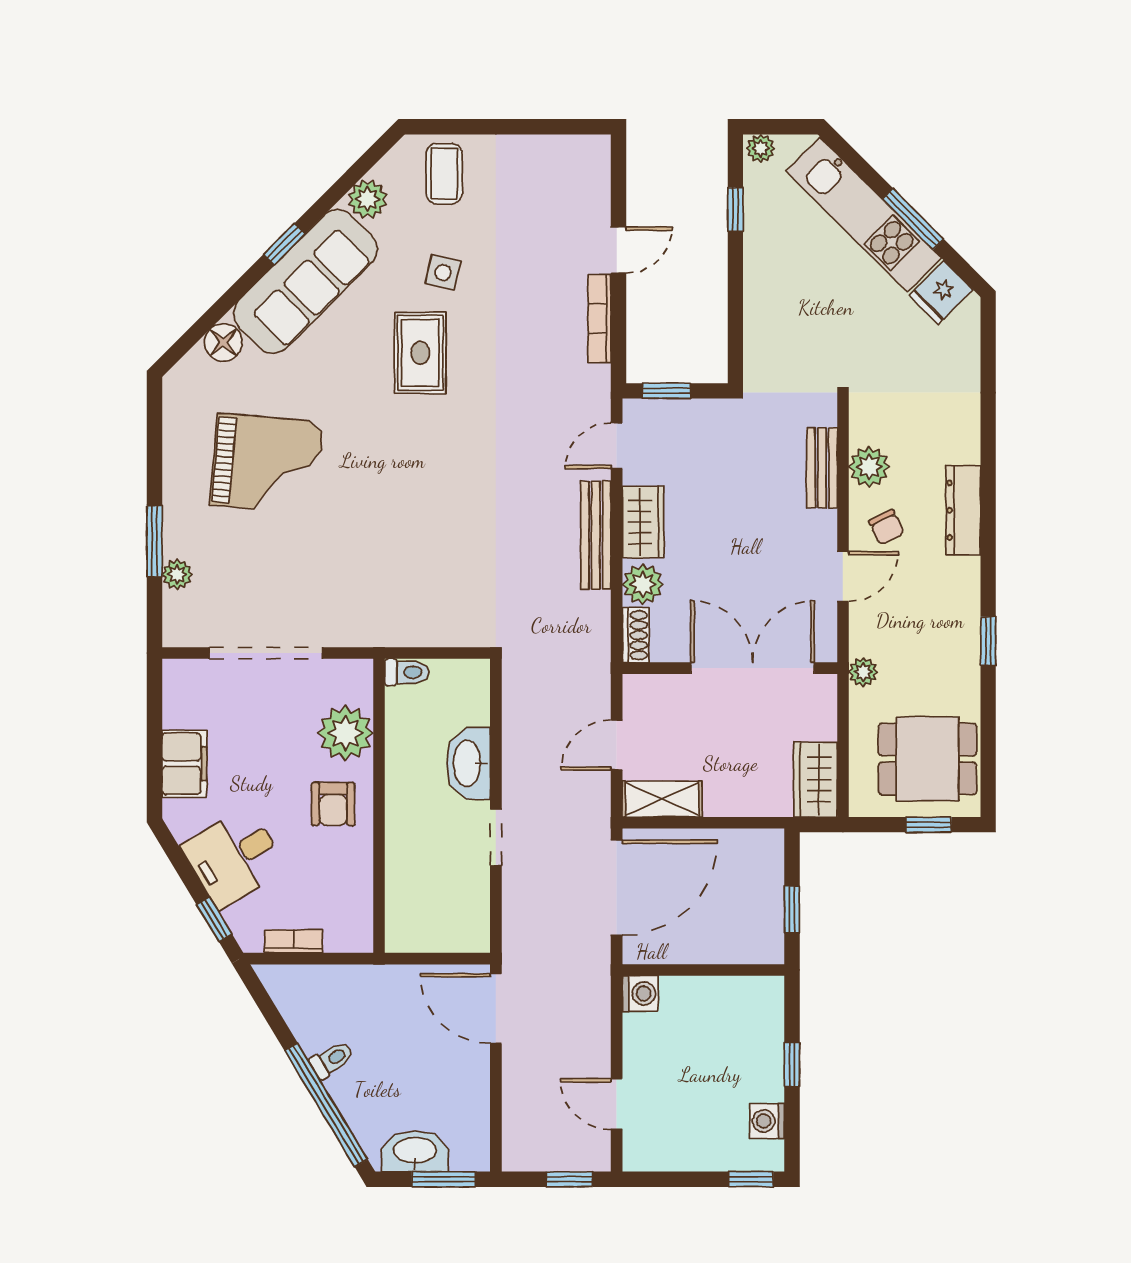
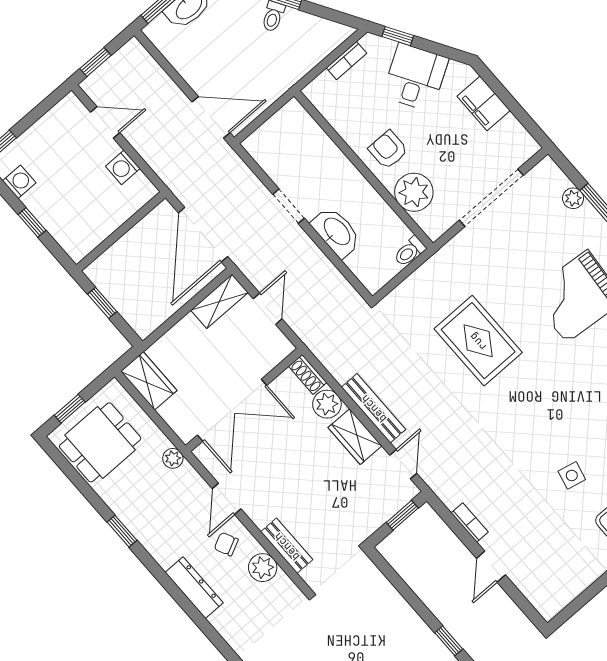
bookcase: (600, 319) -> (470, 523), width x0.64
rug: (420, 353) -> (478, 341), moved, width x1.36, depth x1.43
washing machine: (640, 994) -> (123, 167), moved

